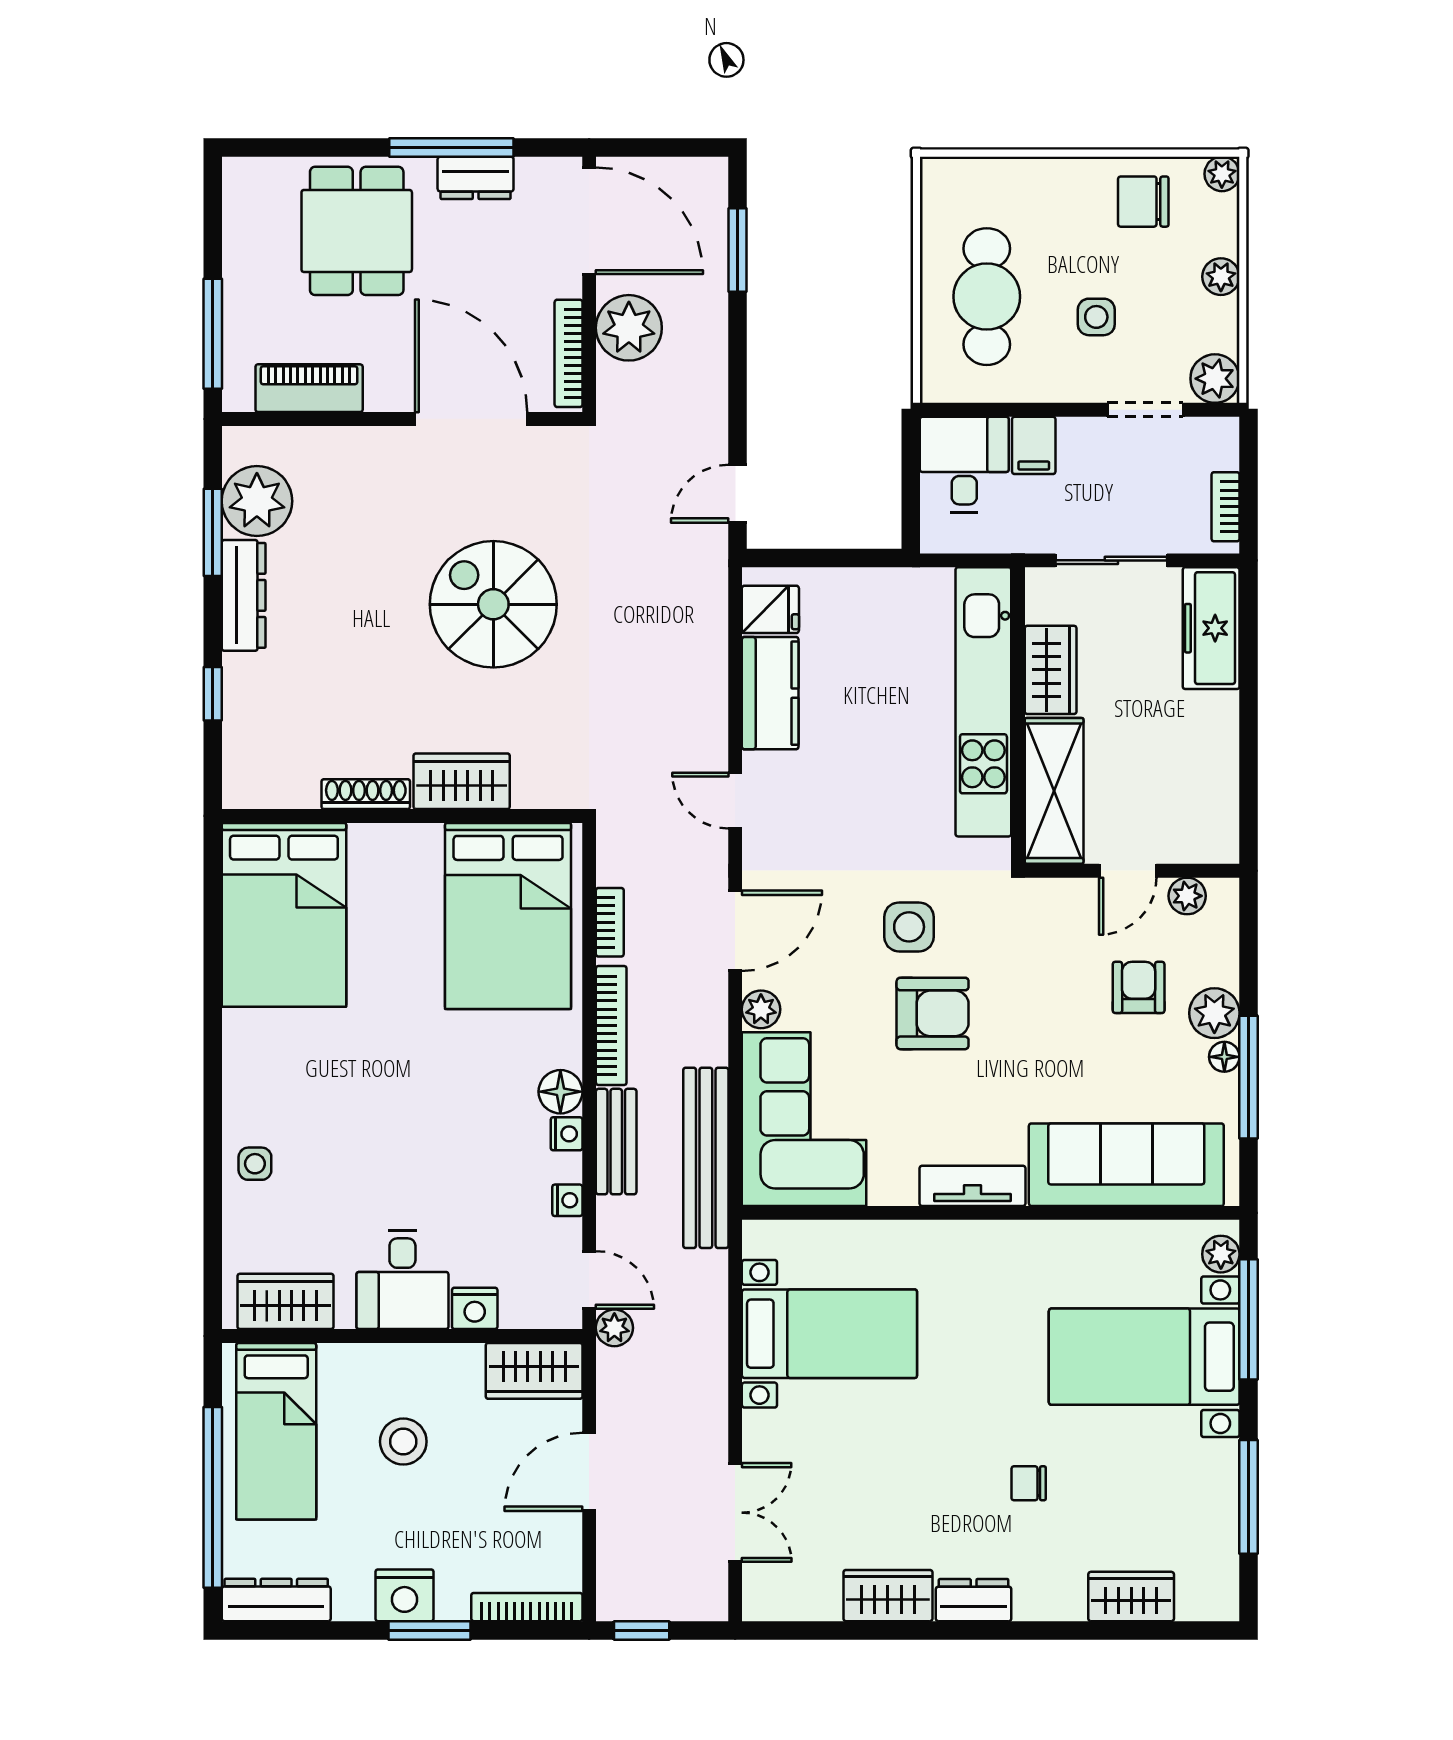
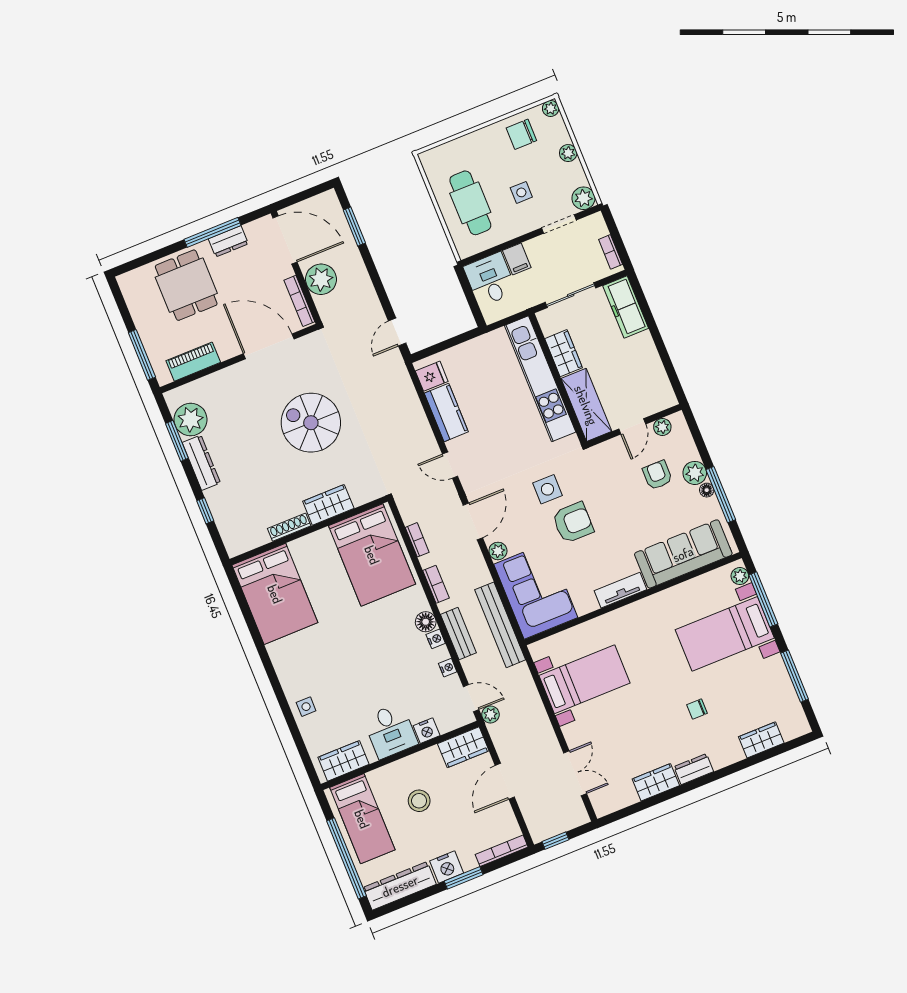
bookcase: (611, 1025) -> (436, 584), width x0.64
dresser: (276, 1600) -> (400, 886), width x1.37, depth x1.24

